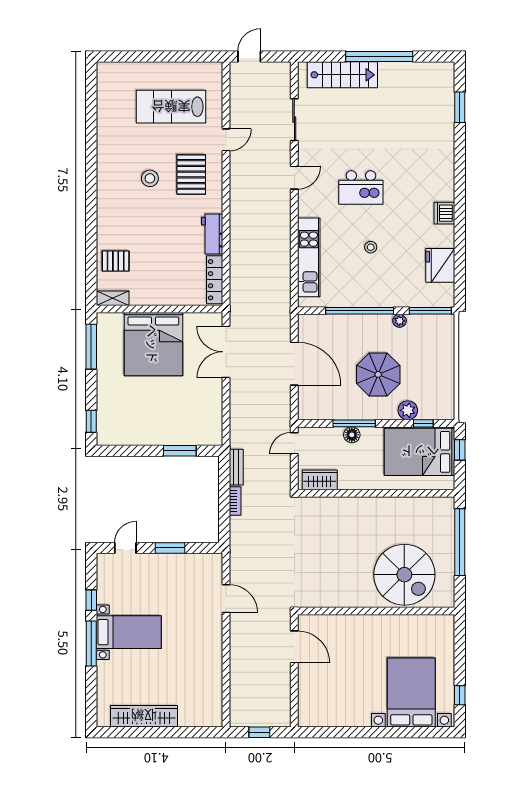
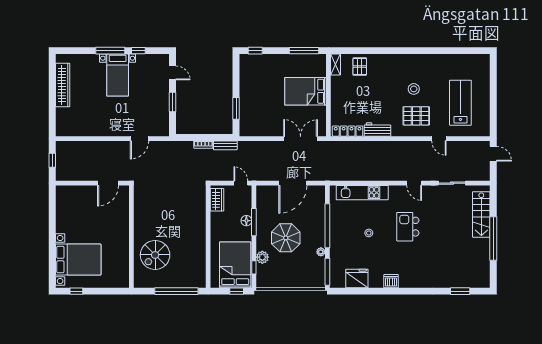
bed: (153, 344) -> (306, 91), width x0.73
spiral stairs: (404, 575) -> (155, 255), width x0.73, depth x0.73

